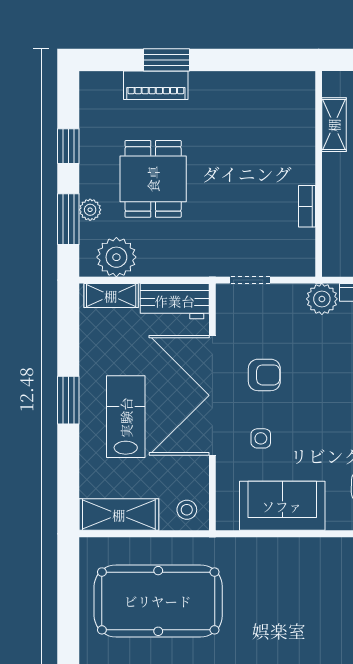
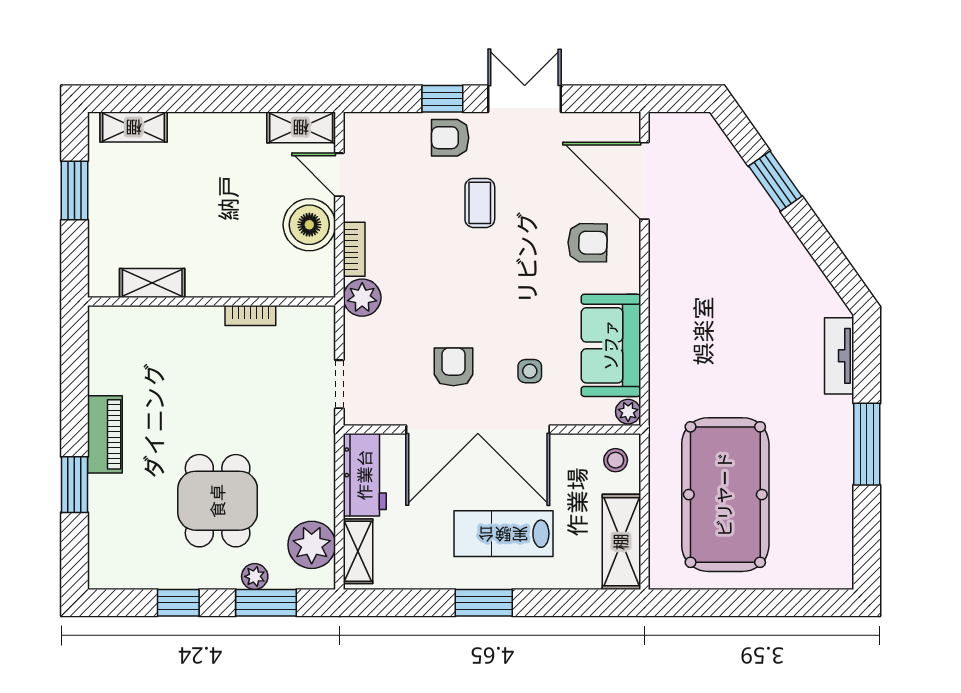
piano: (156, 85) -> (105, 434), moved
dining table: (153, 179) -> (218, 501), turned 90
plant: (227, 520) -> (628, 412), added

